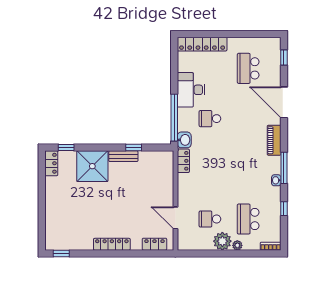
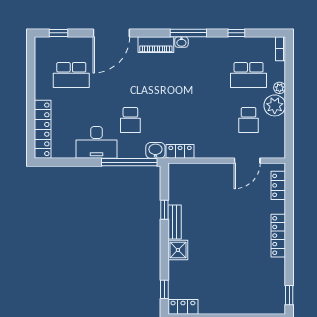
shower: (92, 166) -> (178, 250), width x0.54, depth x0.54
washbasin: (276, 180) -> (181, 42), moved

